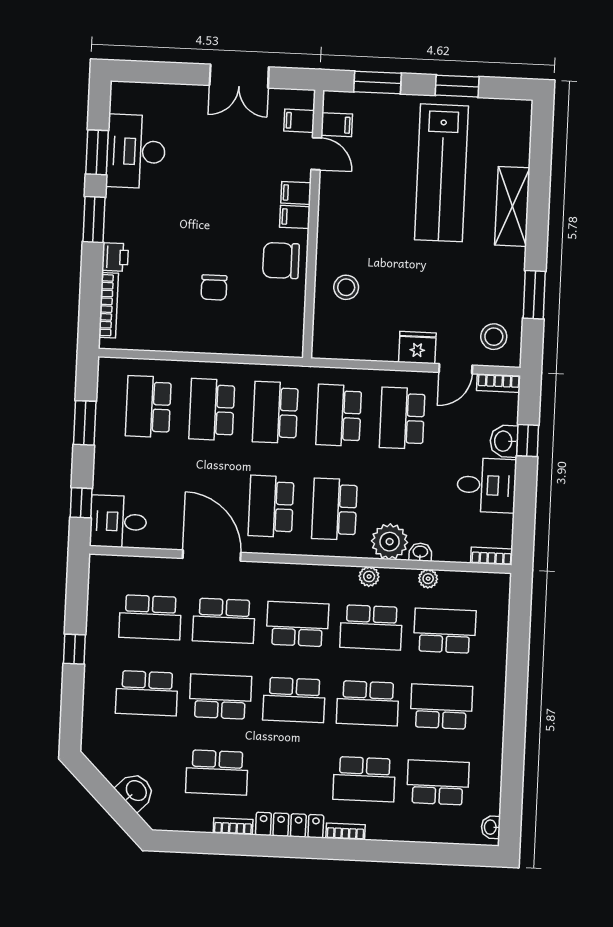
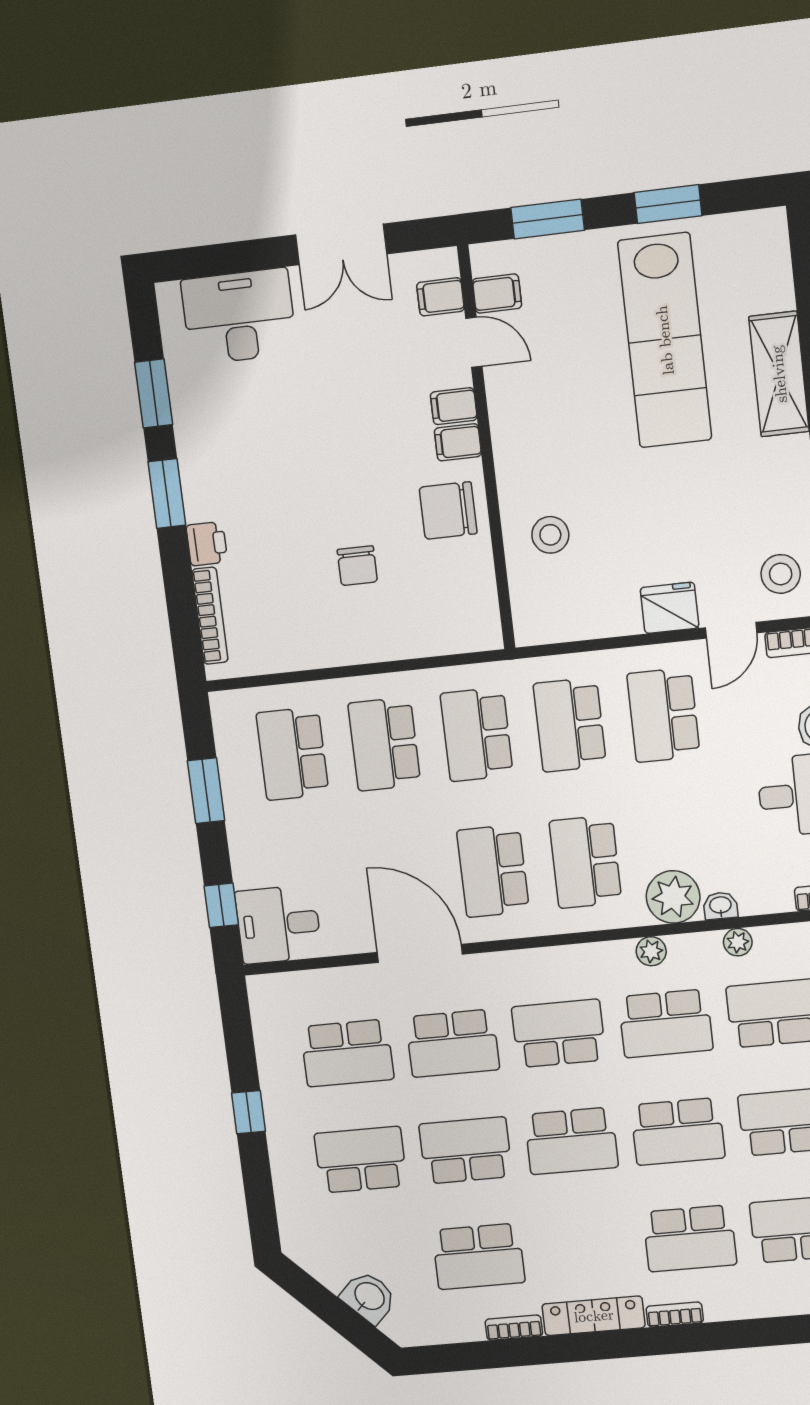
desk: (136, 151) -> (239, 317), moved, turned 90
school desk: (147, 693) -> (361, 1160), turned 180

